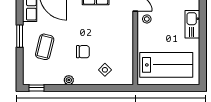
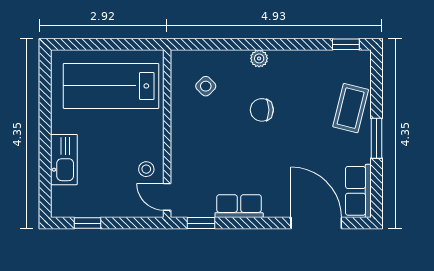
coffee table: (45, 47) -> (351, 108), moved
side table: (105, 70) -> (206, 86), moved
plant: (69, 80) -> (259, 58), moved

